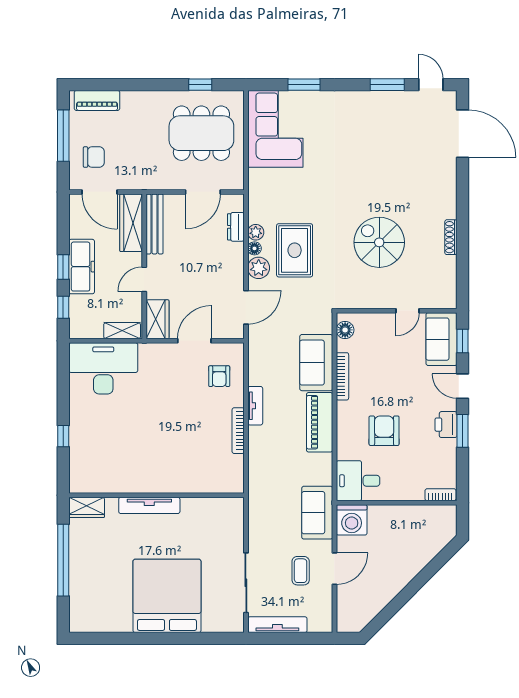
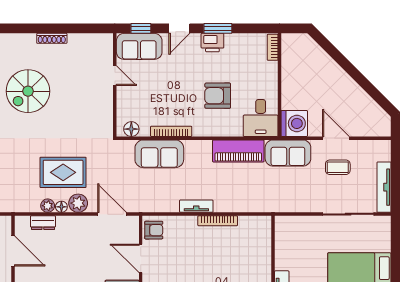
spiral stairs: (379, 242) -> (28, 91), moved
armchair: (219, 376) -> (154, 230), moved
piano: (320, 422) -> (238, 151), moved

